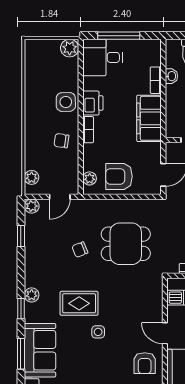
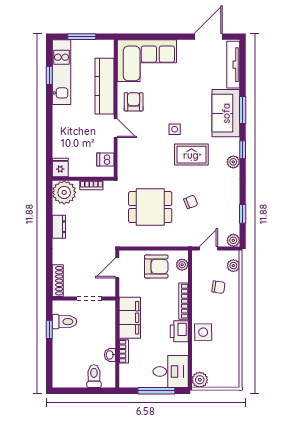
bookcase: (88, 130) -> (183, 301), width x1.56
chair: (61, 141) -> (218, 287), moved

